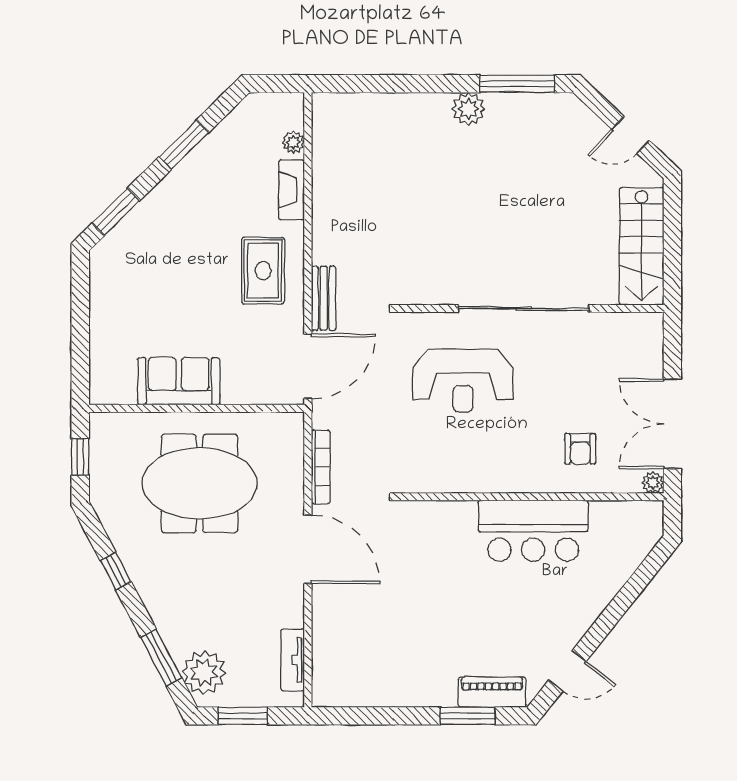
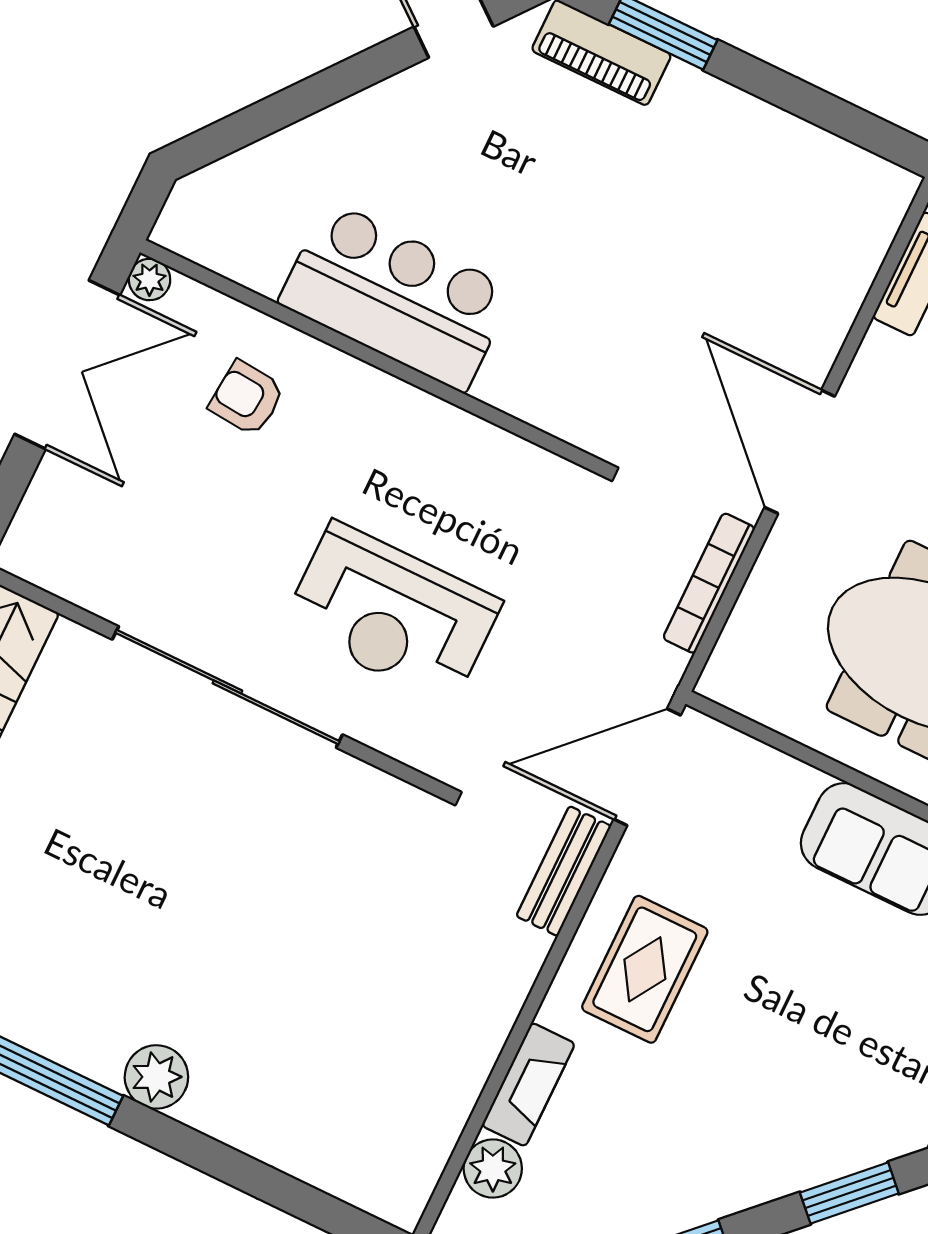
plant: (293, 142) -> (493, 1169), width x1.38, depth x1.38
reception desk: (463, 381) -> (392, 614), turned 180
armchair: (580, 449) -> (247, 398), turned -85

